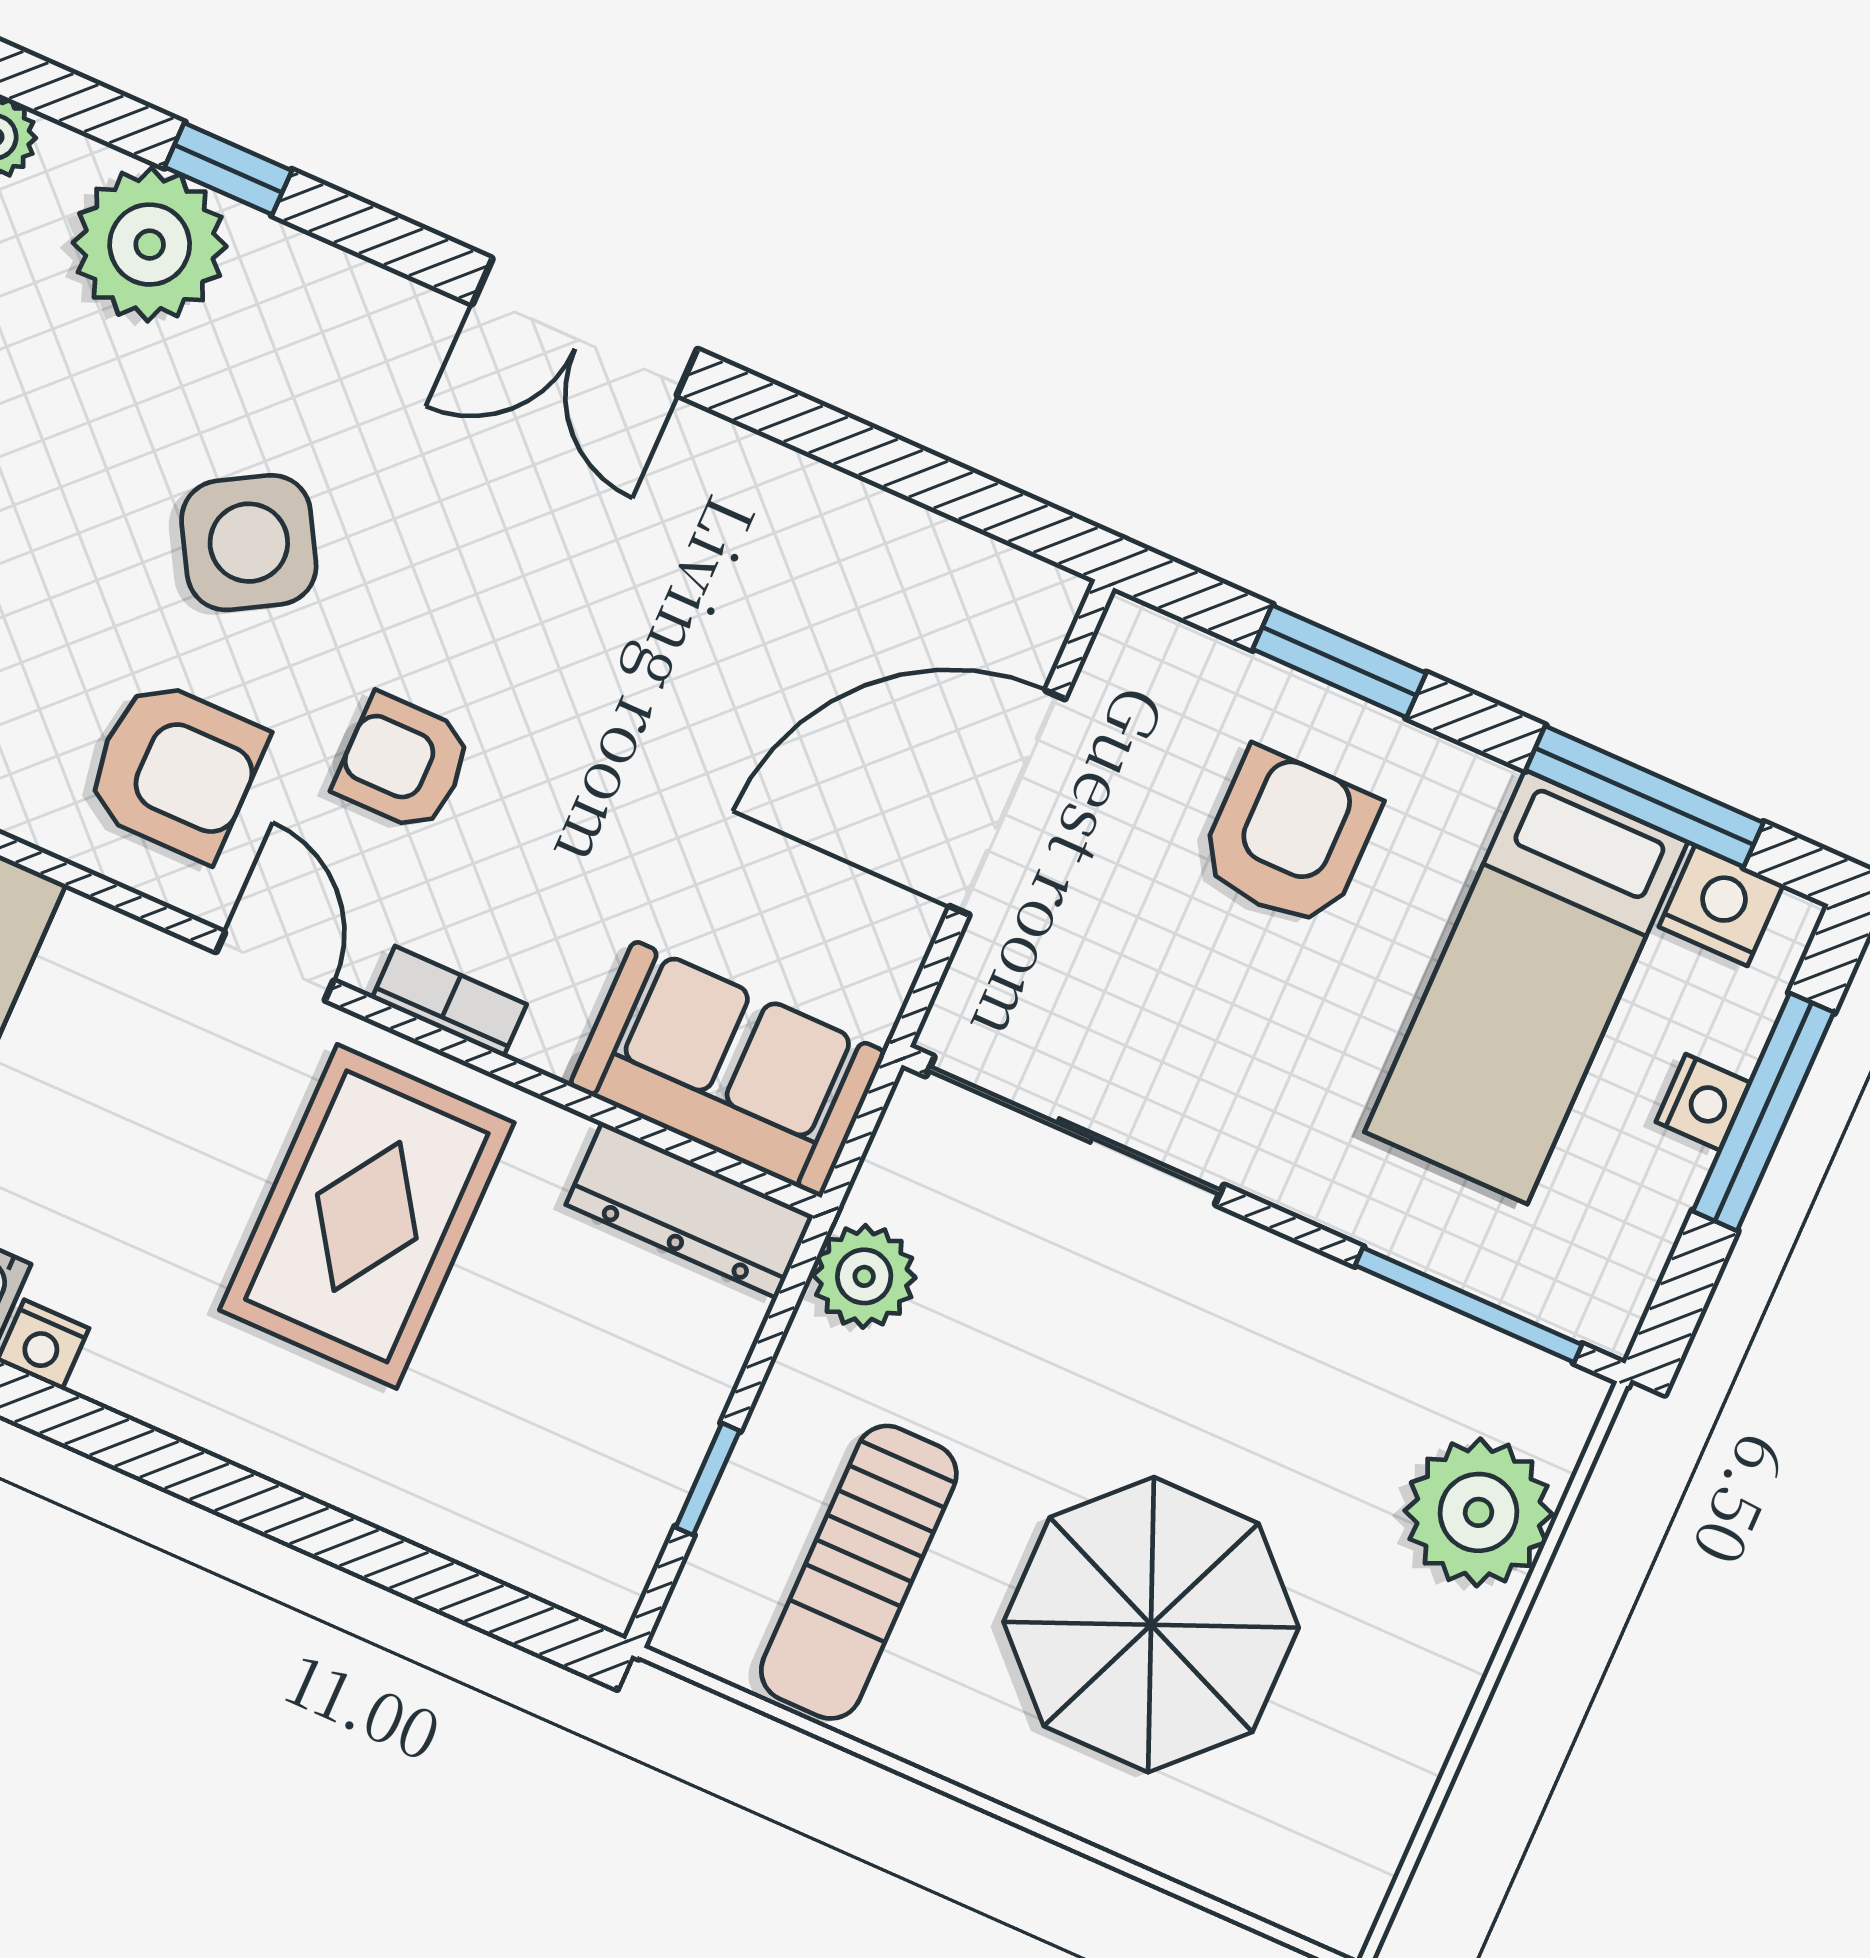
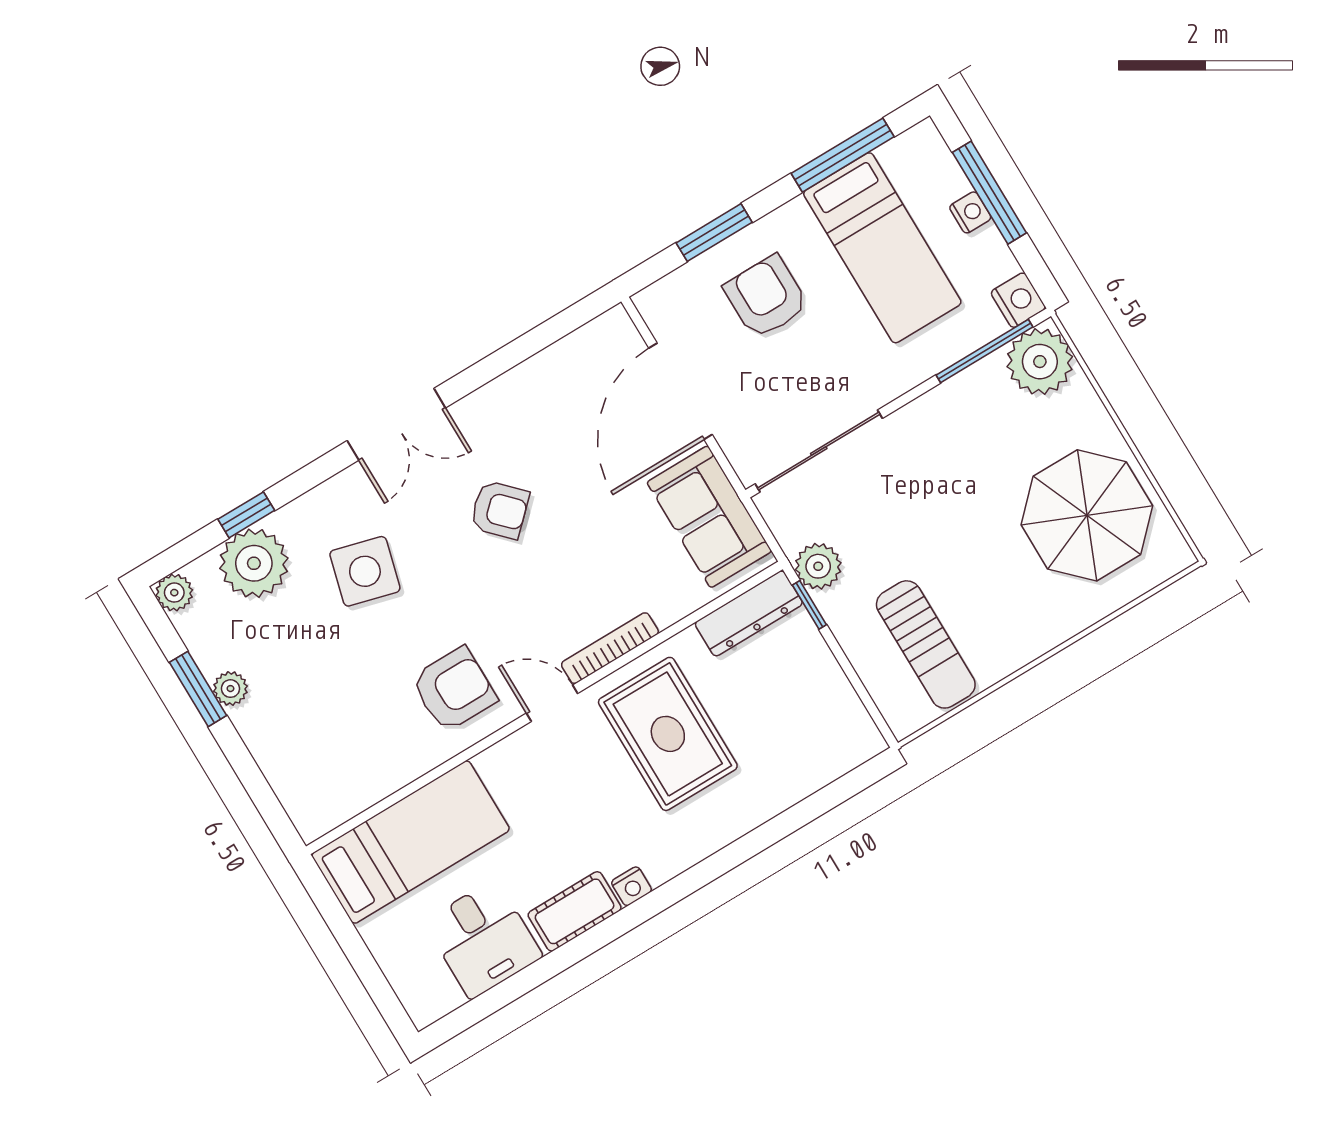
side table: (249, 543) -> (365, 571), moved, turned 45
armchair: (403, 763) -> (500, 510), moved, turned -134
nightstand: (1721, 906) -> (1018, 300), moved, turned 90
bookcase: (449, 1001) -> (610, 648), width x1.56
sofa: (728, 1069) -> (709, 517), moved, turned -90
window: (708, 1479) -> (809, 605), moved
plant: (1479, 1512) -> (1040, 362), moved
parasol: (1151, 1625) -> (1087, 515), moved

